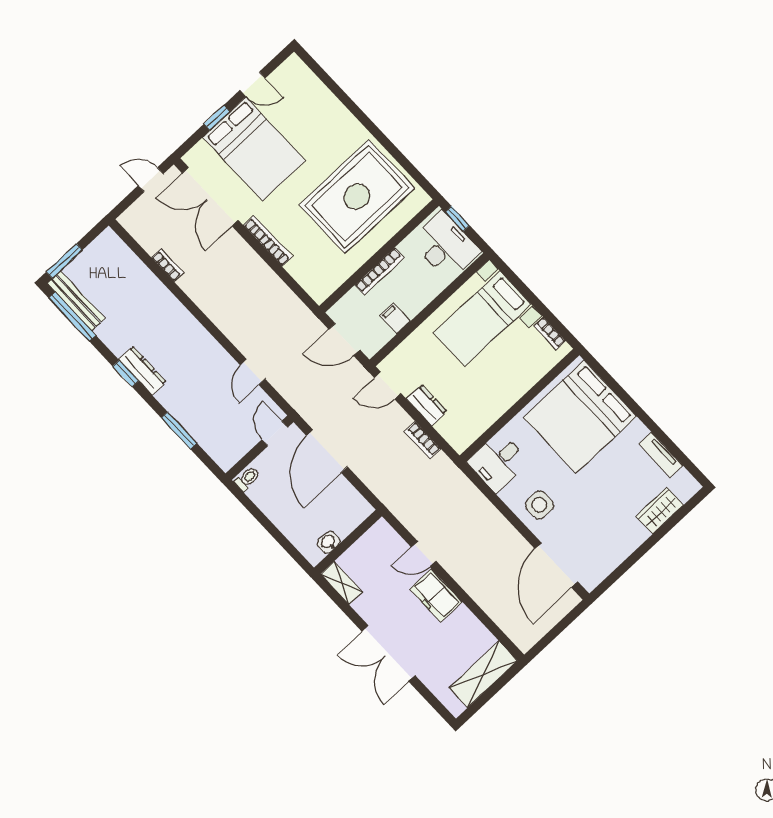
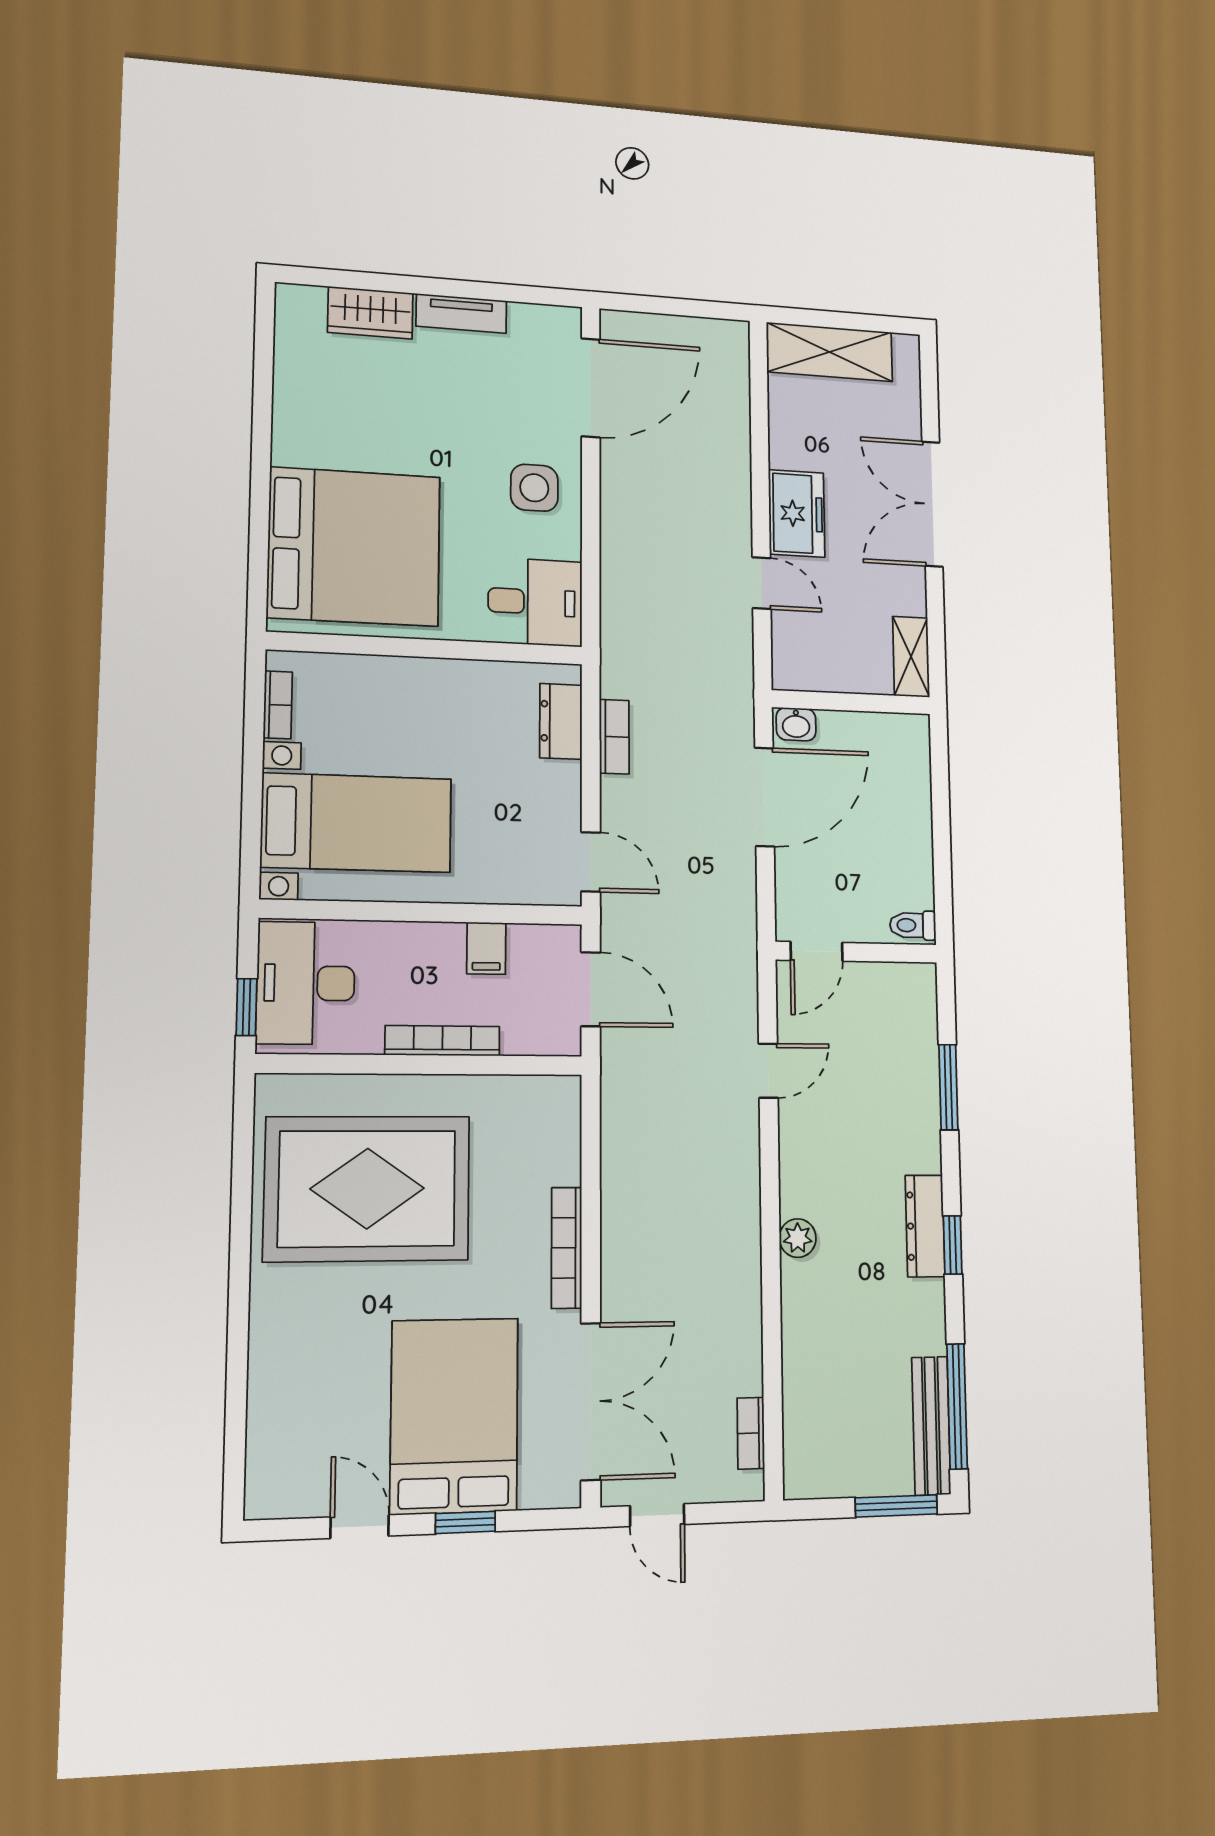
bookcase: (167, 265) -> (751, 1433), moved
plant: (187, 322) -> (798, 1238), added
dresser: (427, 405) -> (561, 721), moved
door: (327, 451) -> (764, 797), moved
tv unit: (661, 455) -> (461, 313), moved, turned 90
washbasin: (329, 542) -> (796, 724), moved
double door: (389, 654) -> (932, 504), swing flipped

